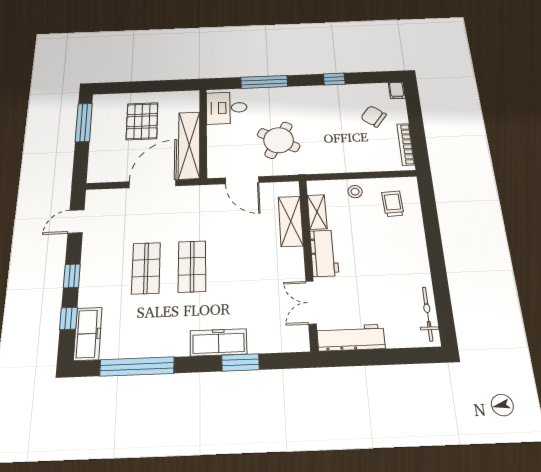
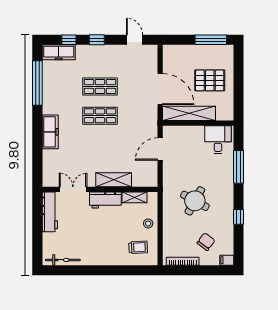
round table: (279, 140) -> (195, 201), moved
shelving: (291, 221) -> (114, 180), moved
window: (240, 362) -> (37, 145), removed

